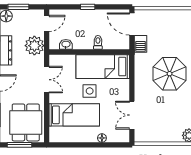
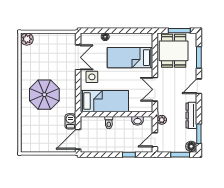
window: (88, 7) -> (129, 155), moved
door: (132, 24) -> (78, 139), swing flipped
plant: (34, 46) -> (162, 120), width x0.53, depth x0.53
side table: (90, 91) -> (92, 77), moved

